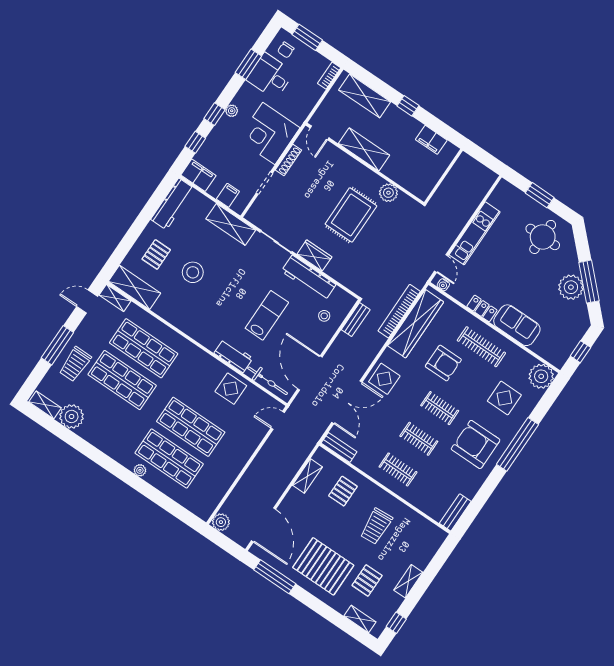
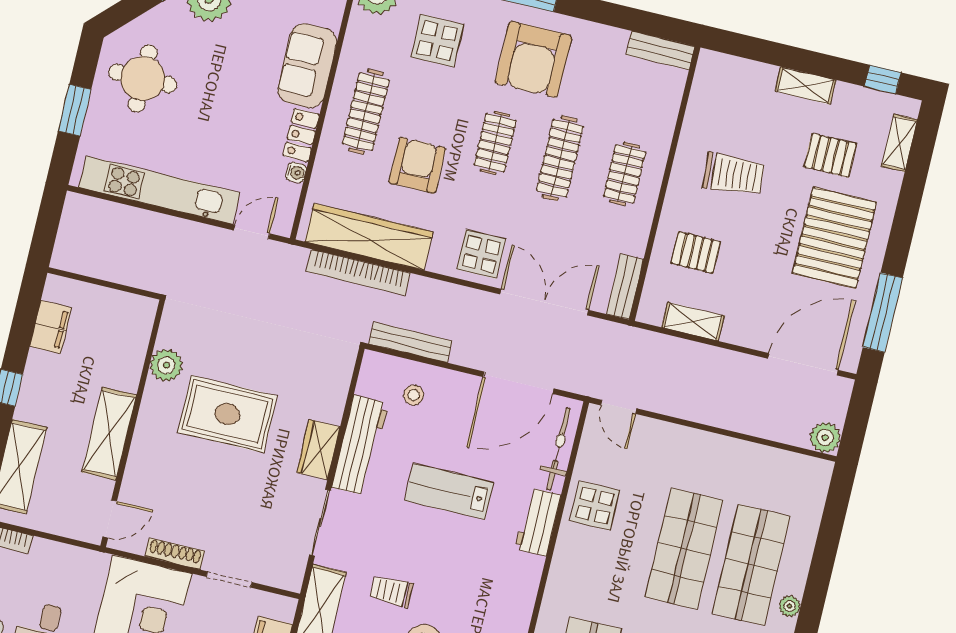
kitchen unit: (475, 233) -> (159, 190), width x1.36
trolley: (226, 265) -> (391, 591), added
water cooler: (443, 285) -> (296, 172), moved
bench: (356, 320) -> (410, 342), width x1.36
clothes rail: (419, 439) -> (560, 158), width x1.36

